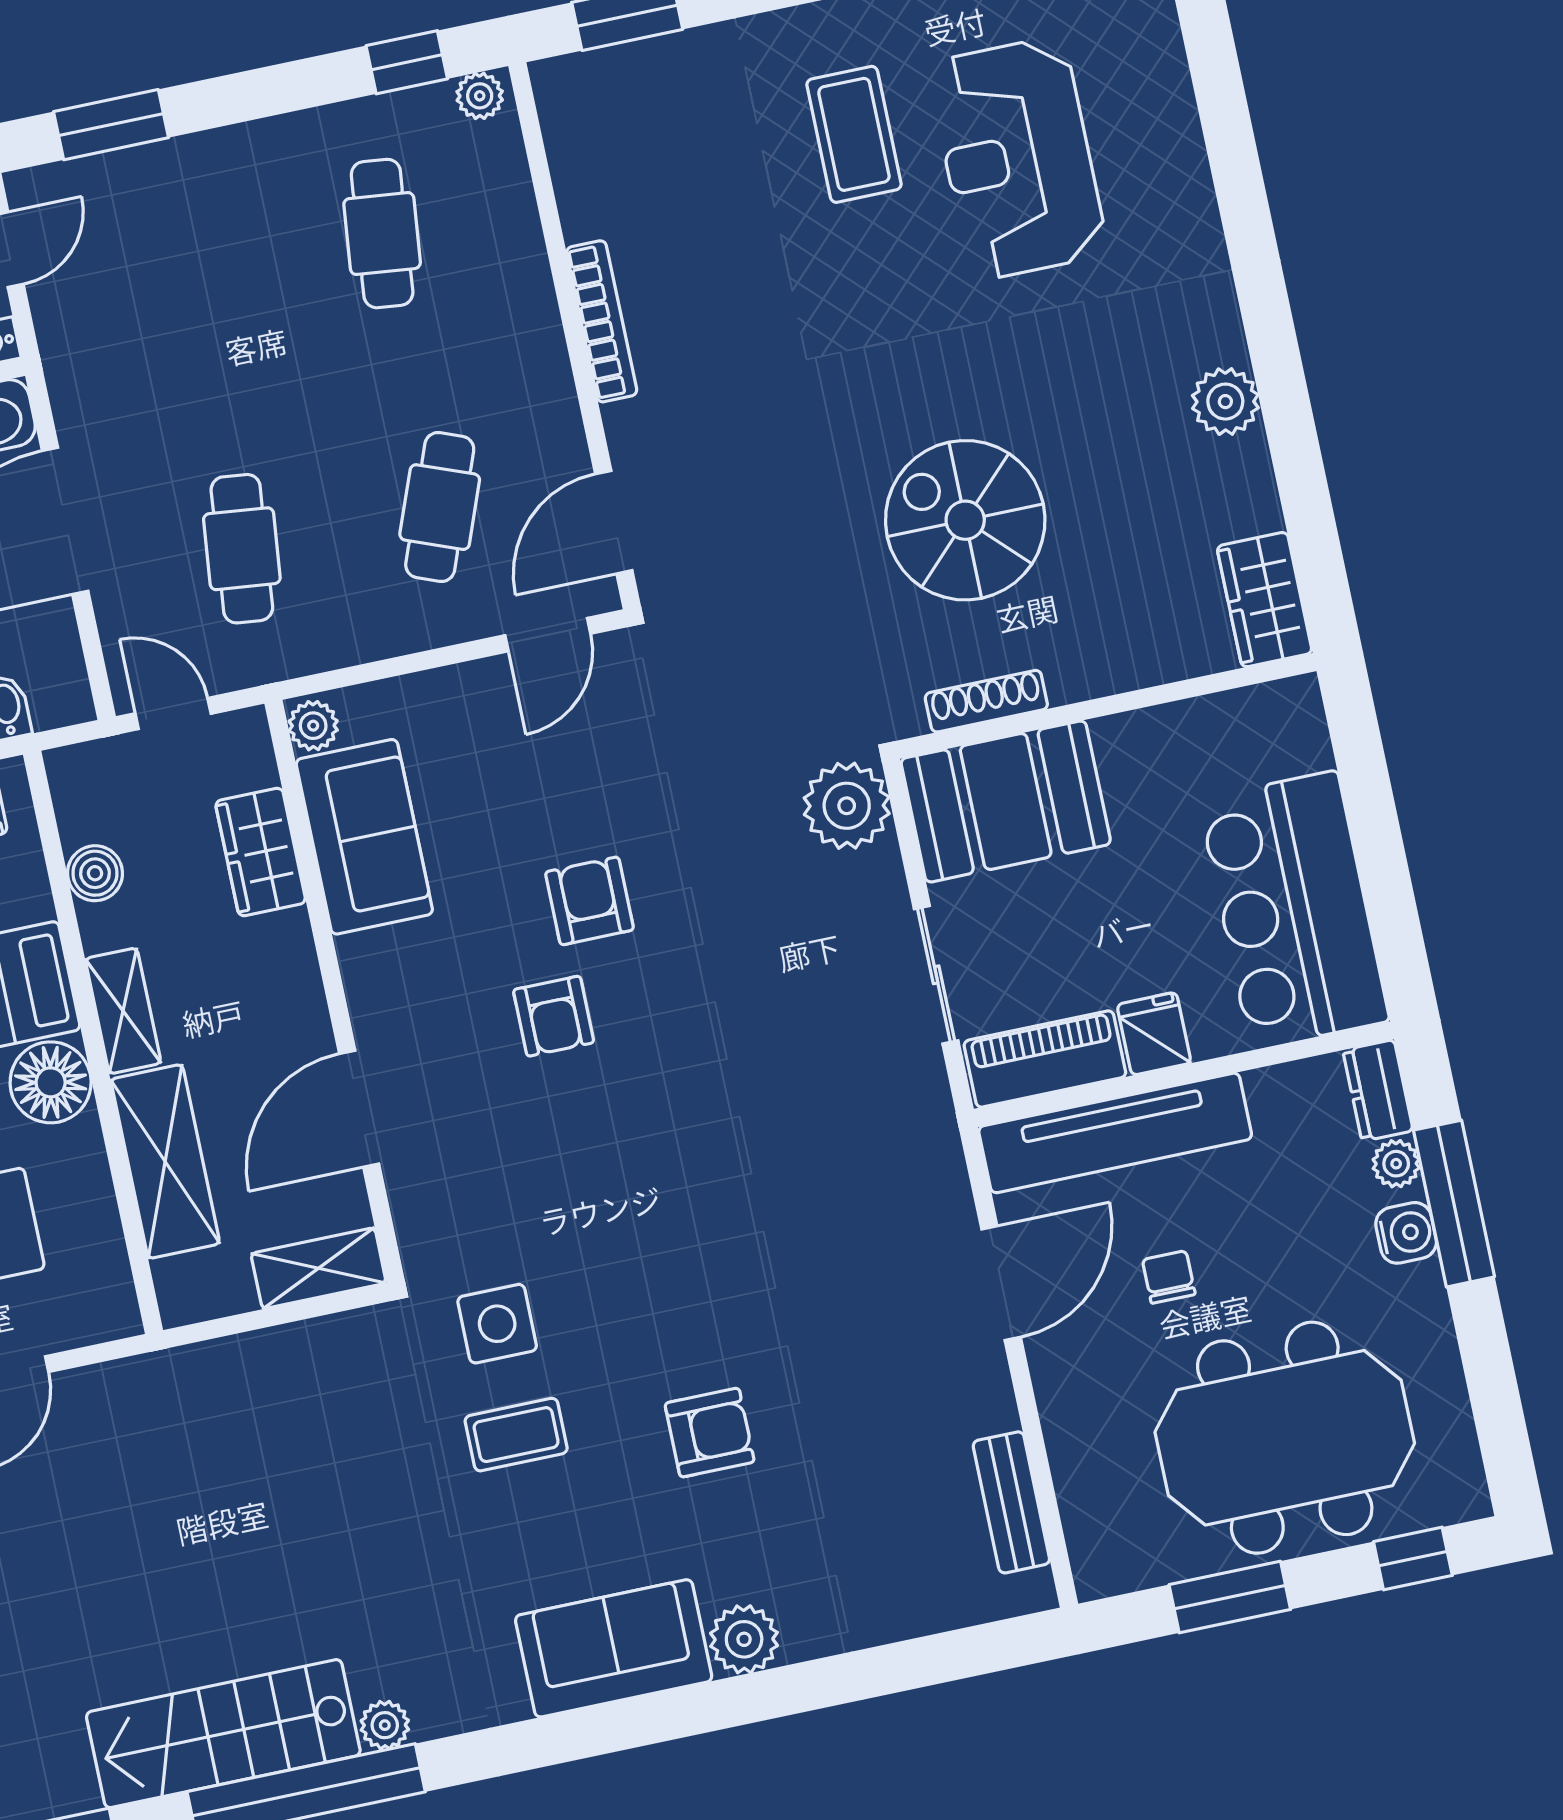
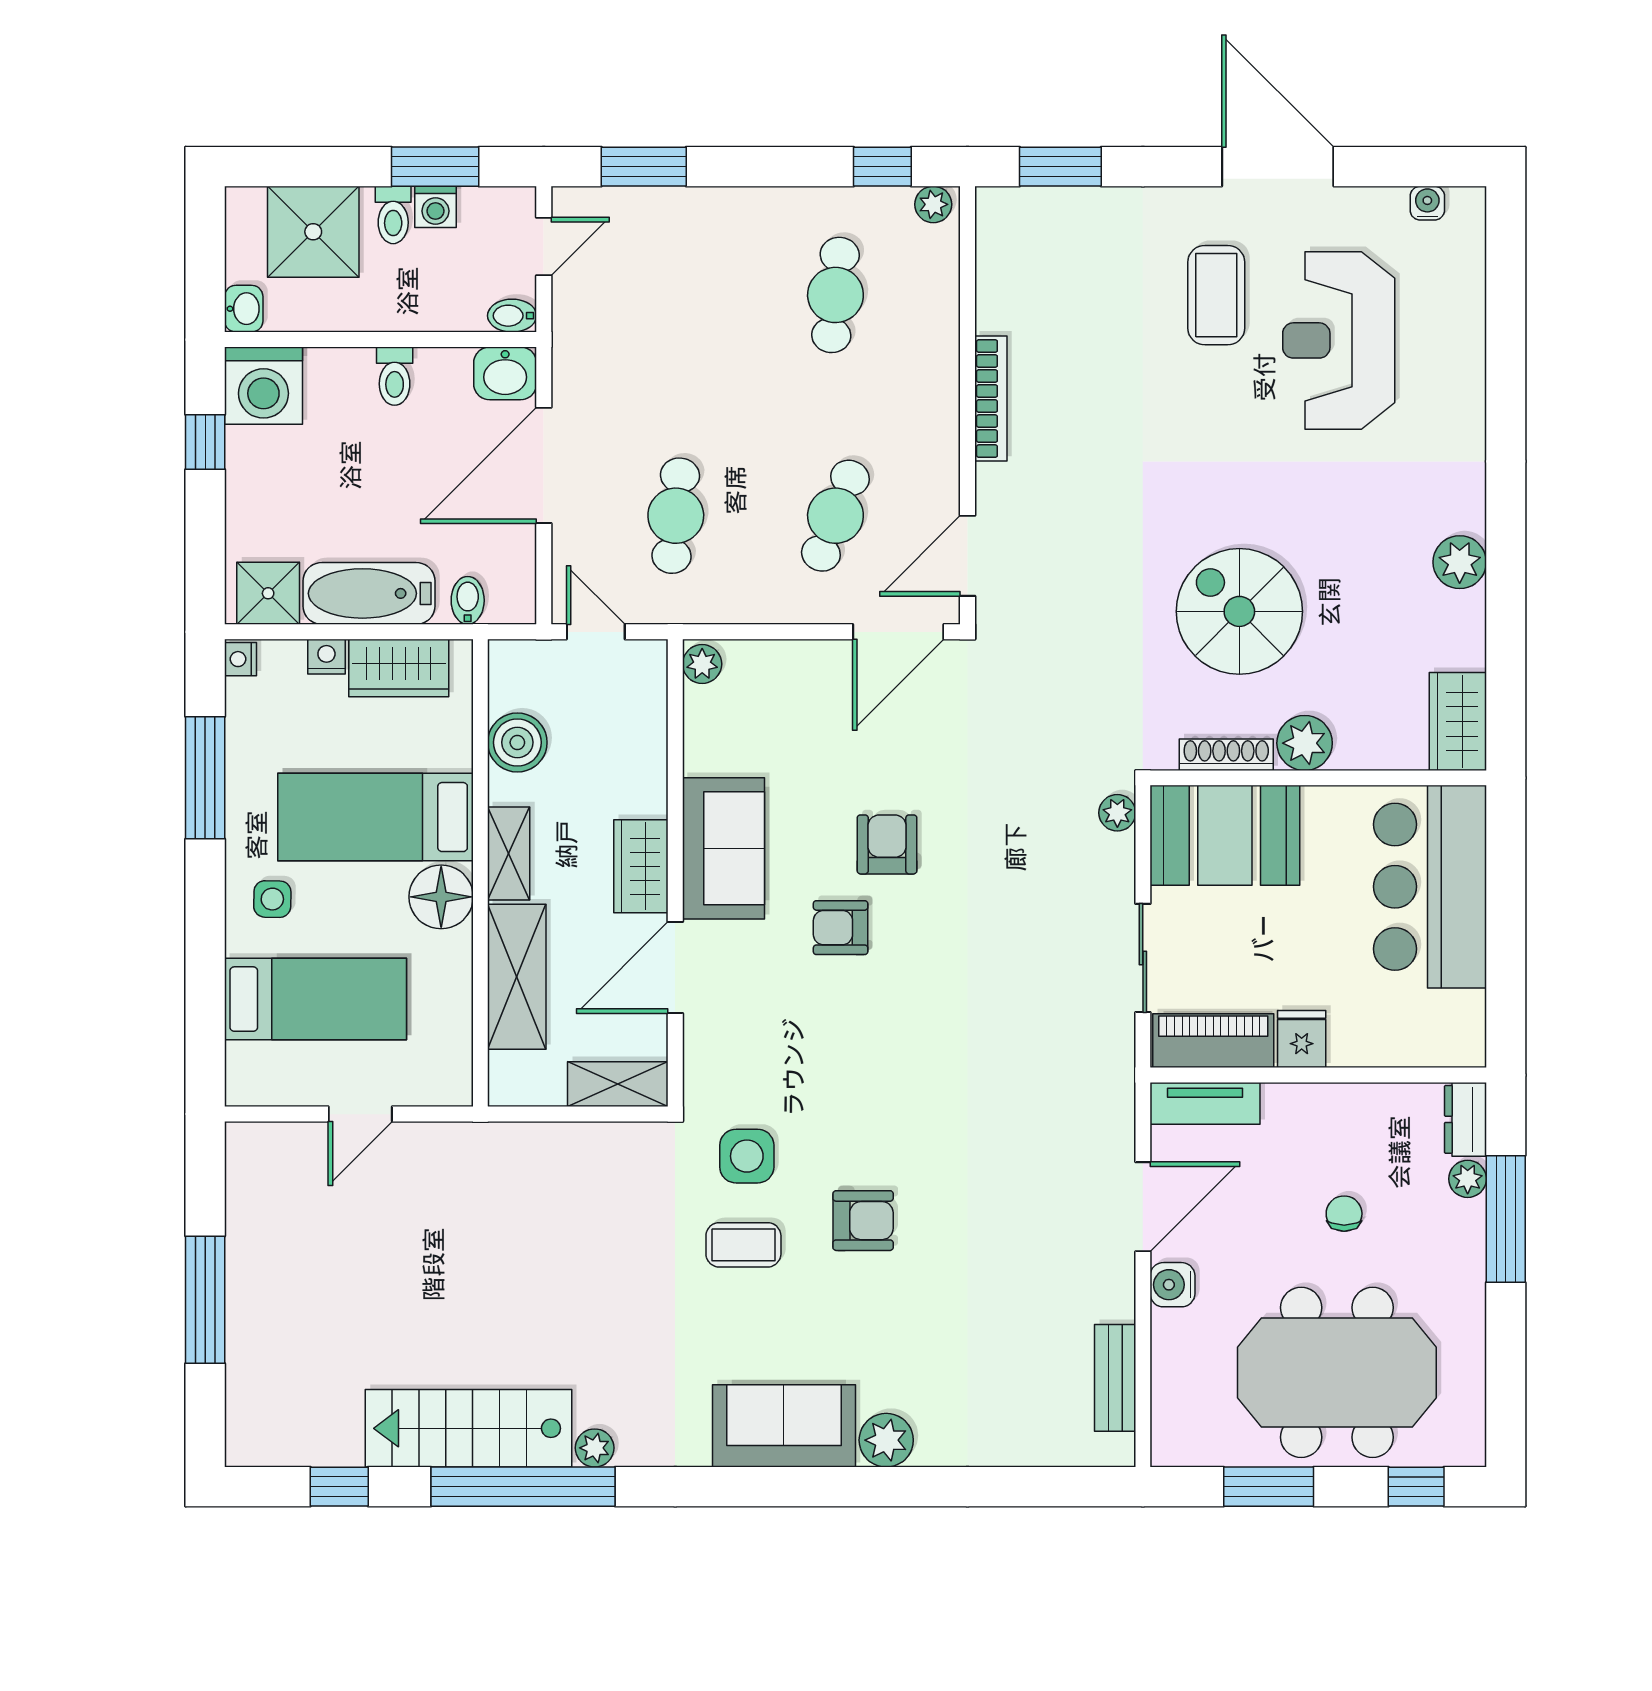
door: (548, 635) -> (898, 632), width x1.38
plant: (1080, 666) -> (1305, 743), added
plant: (847, 806) -> (1117, 813), width x0.53, depth x0.53
sofa: (364, 837) -> (723, 848), moved
wardrobe: (261, 852) -> (641, 866), moved
boiler: (95, 873) -> (517, 742), width x1.36, depth x1.36
bar counter: (1294, 910) -> (1430, 887), moved
armchair: (554, 1016) -> (841, 928), turned 90
tv unit: (1115, 1133) -> (1205, 1103), width x0.52, depth x0.78
water cooler: (1406, 1233) -> (1172, 1285), moved, turned 180
chair: (1169, 1277) -> (1344, 1214), moved
armchair: (710, 1433) -> (863, 1221), moved

